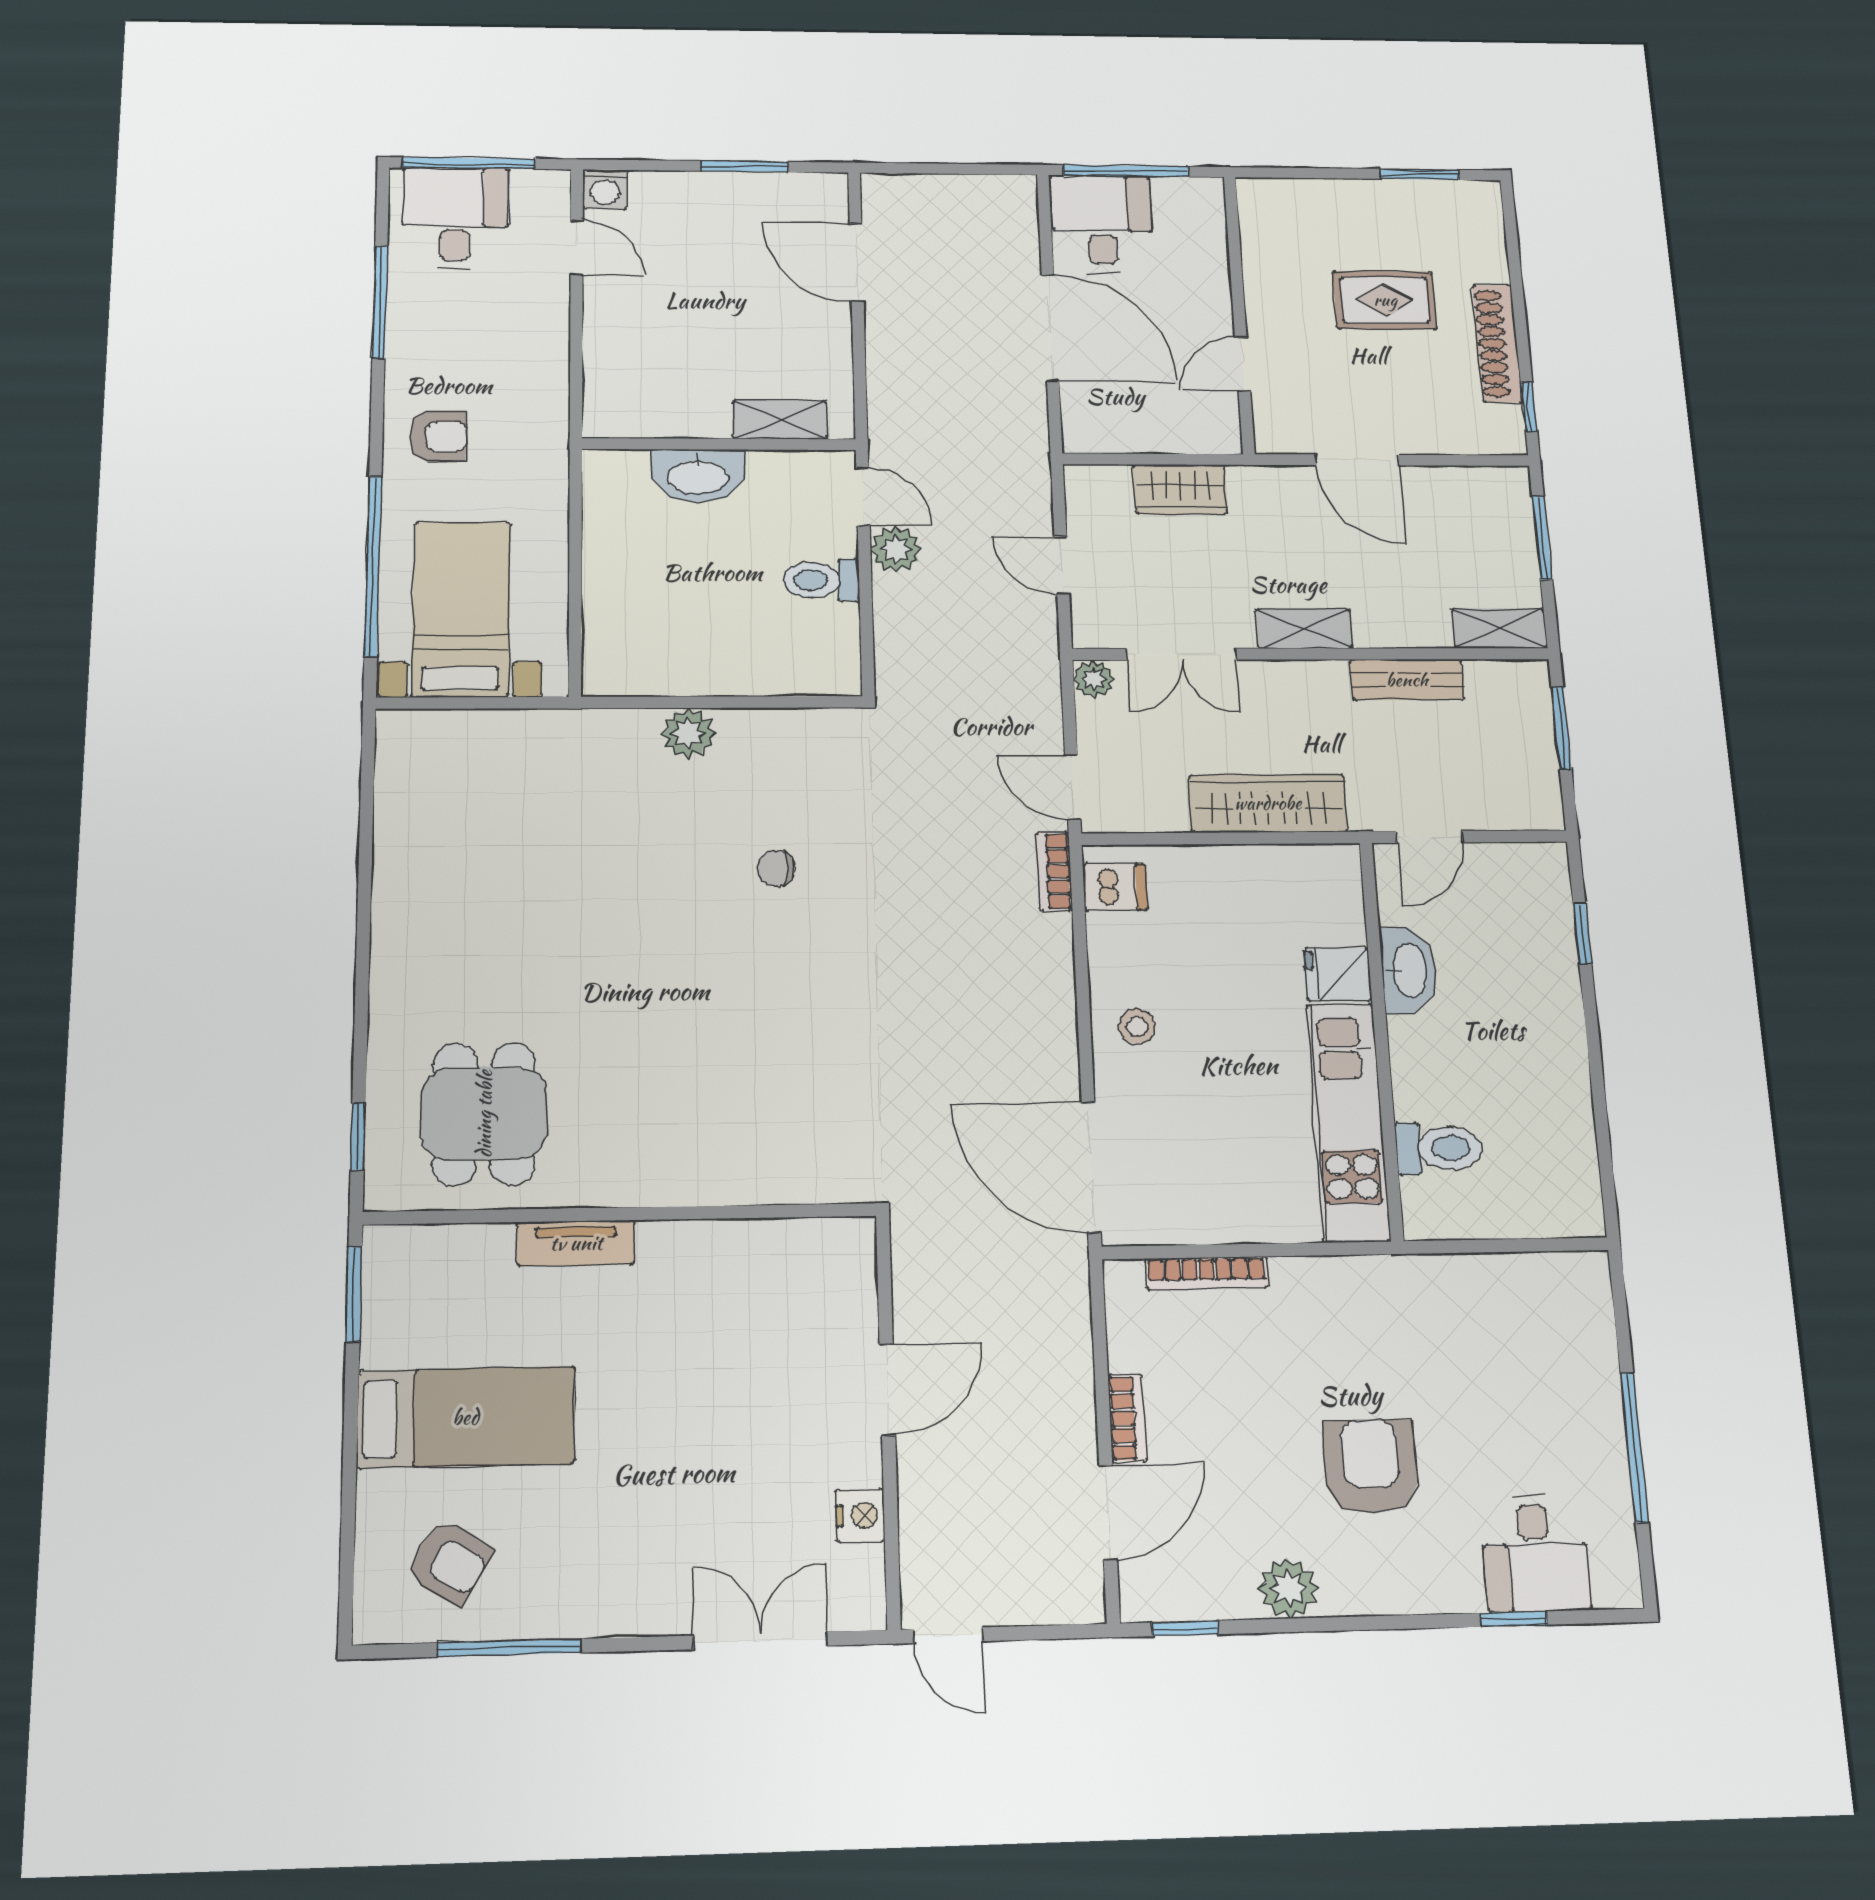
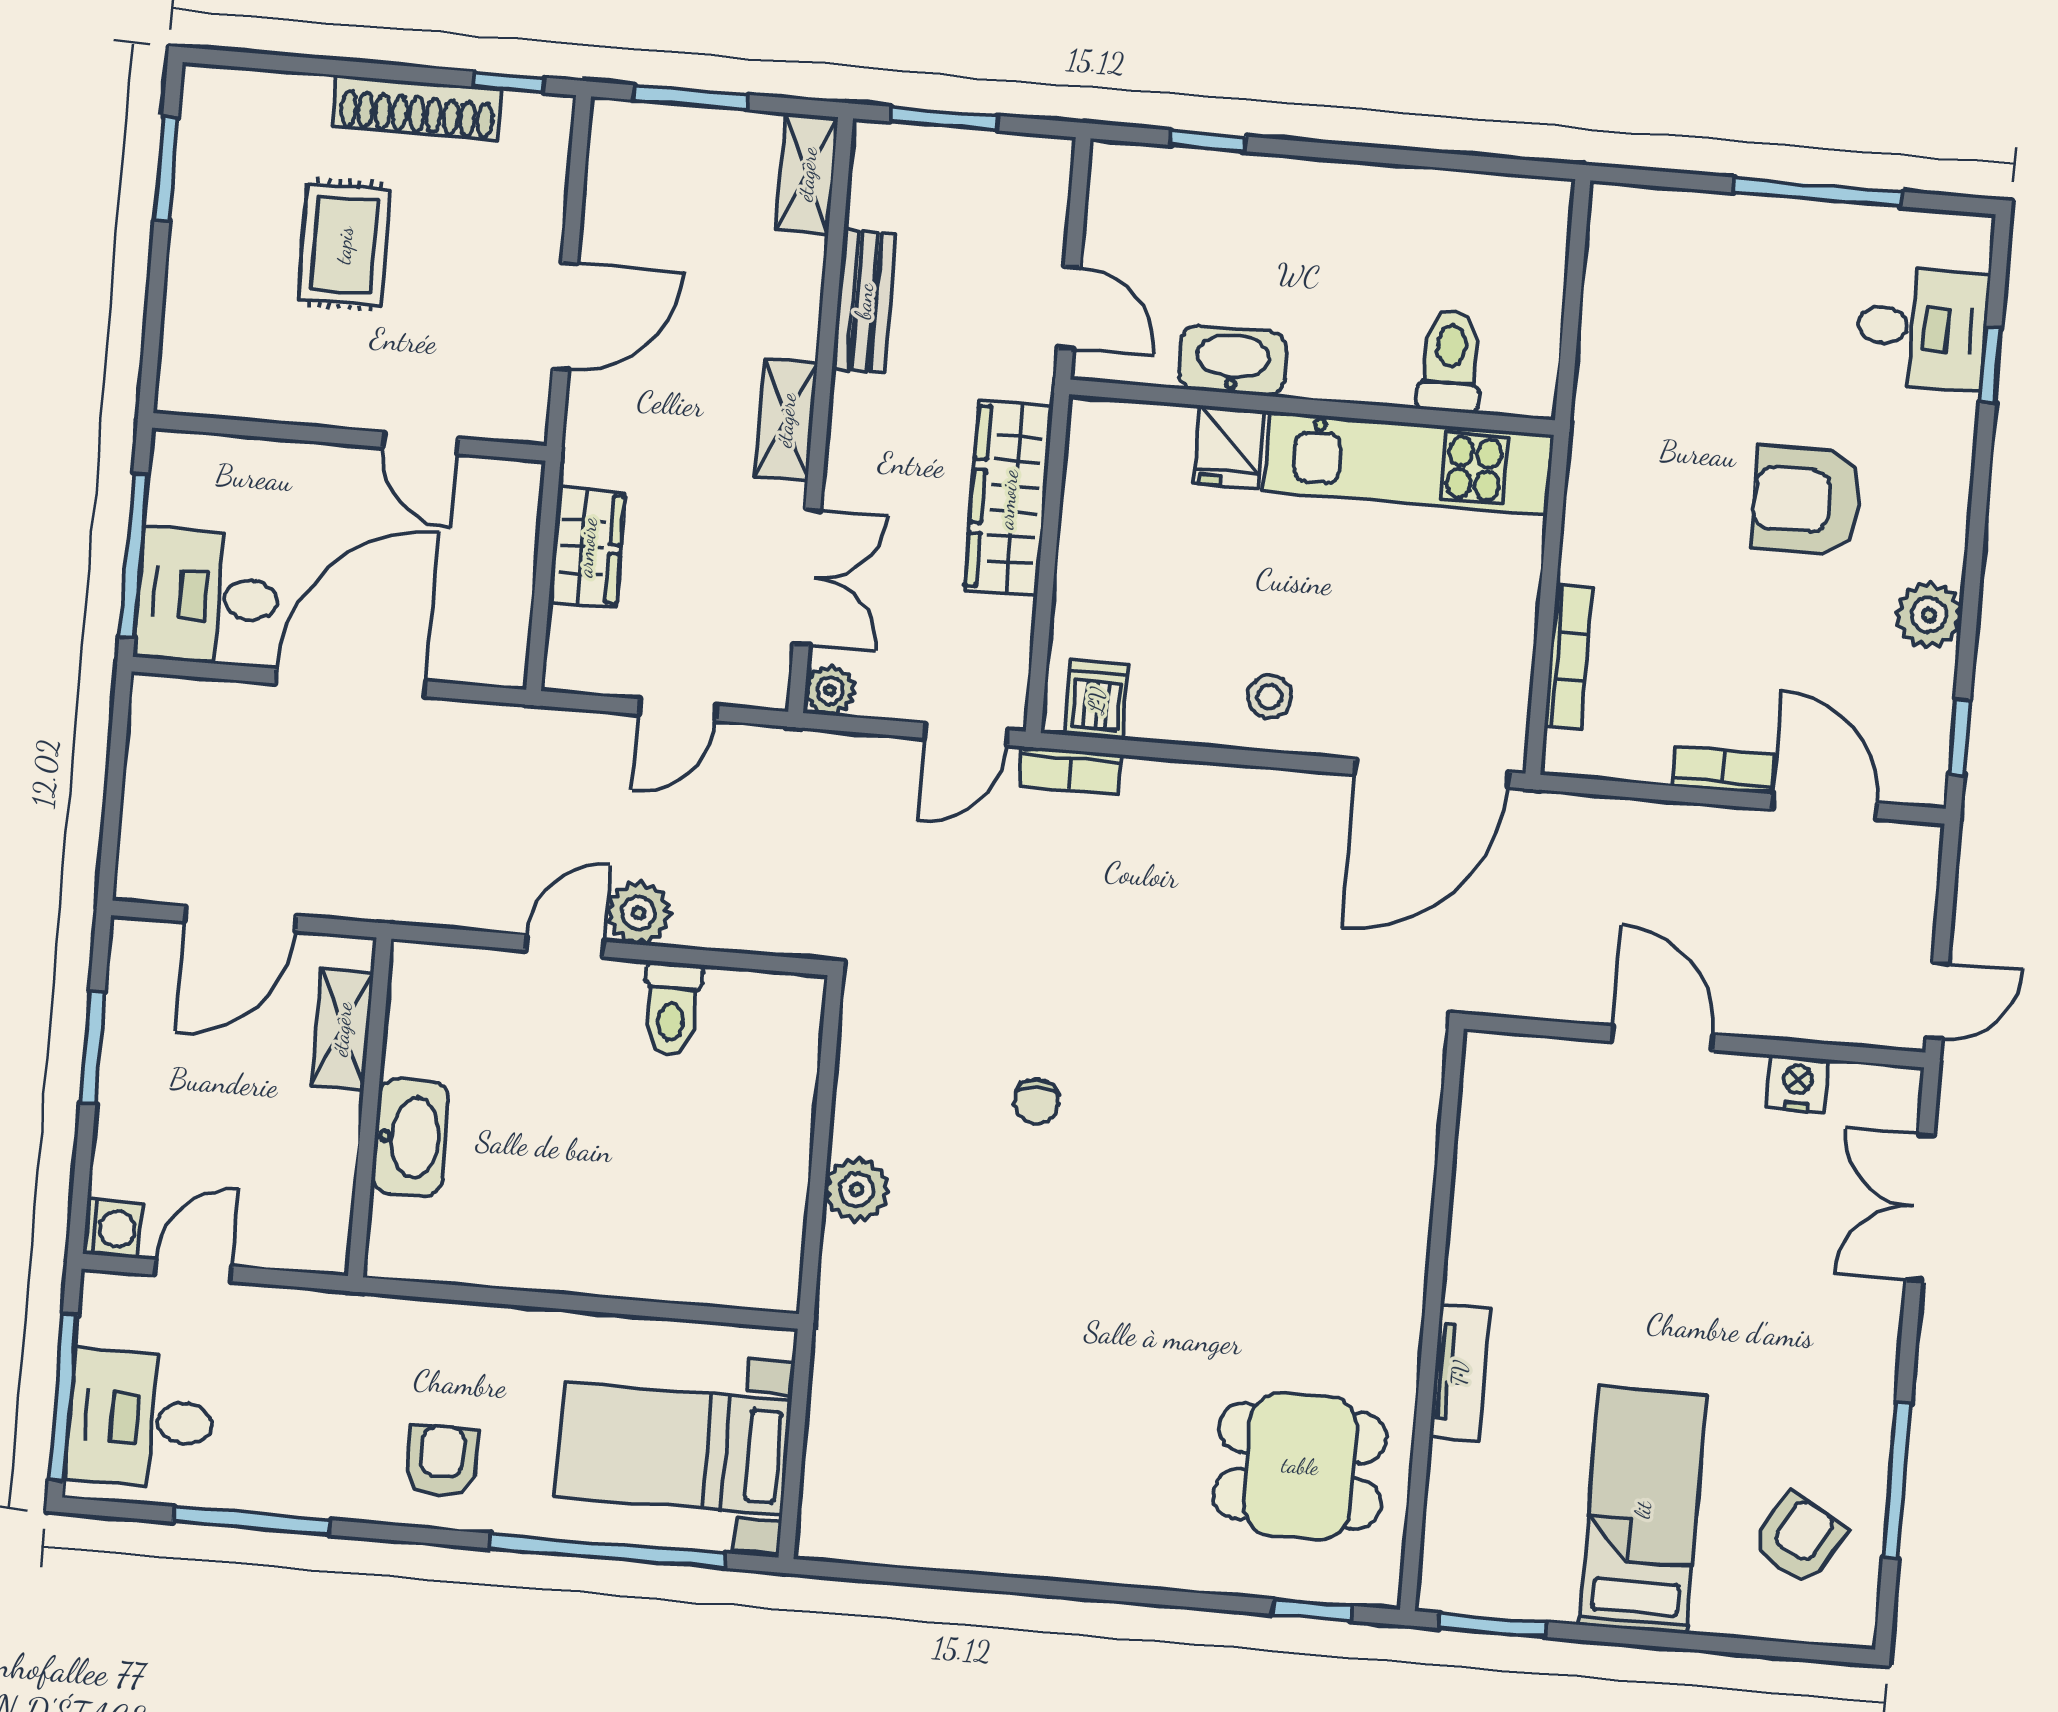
shelving: (780, 420) -> (342, 1029), moved
wall: (719, 444) -> (370, 1107), moved
washbasin: (698, 476) -> (410, 1138), moved

